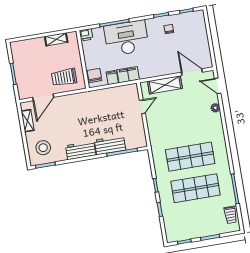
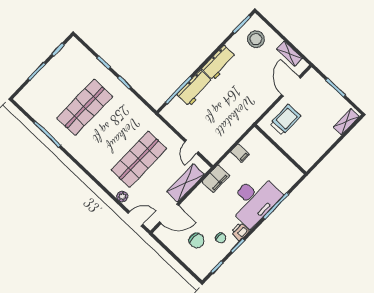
printer: (86, 35) -> (240, 231), moved
shelving: (56, 39) -> (346, 122), moved
filing cabinet: (128, 75) -> (216, 179), moved
chair: (94, 76) -> (197, 240), moved
shop shelf: (190, 157) -> (139, 159), moved
trolley: (230, 215) -> (33, 107), removed

